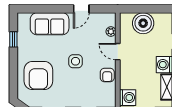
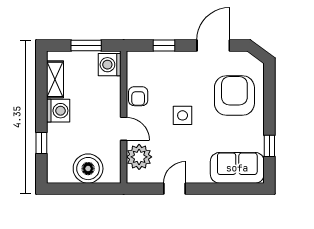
sofa: (50, 24) -> (237, 168), moved
plant: (111, 32) -> (139, 157), width x1.88, depth x1.88
armchair: (107, 75) -> (138, 96), turned 180

